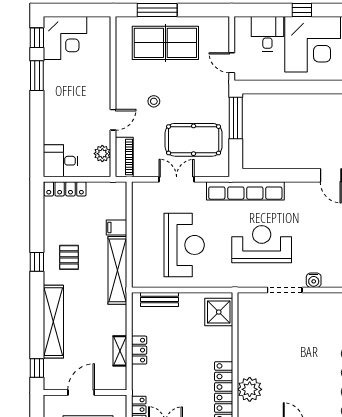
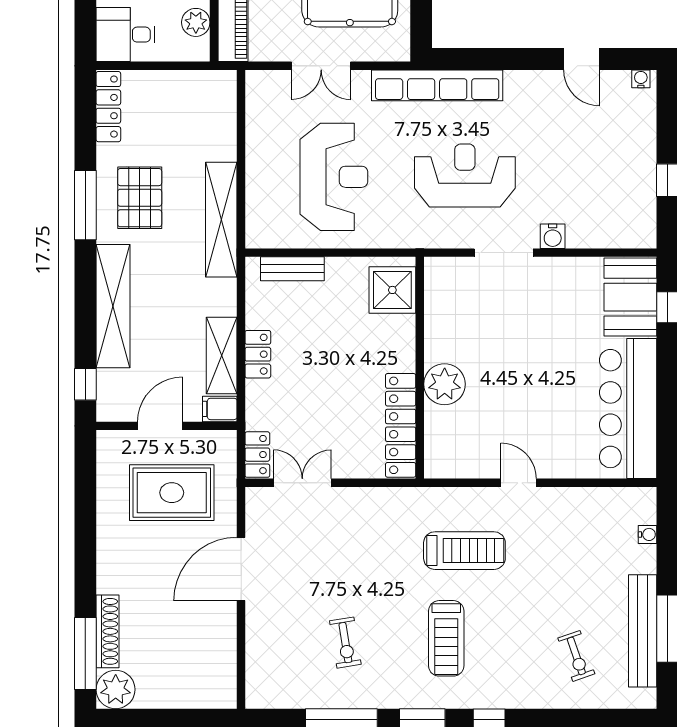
double door: (177, 179) -> (321, 66), swing flipped
locker: (65, 189) -> (108, 107), moved, turned -90
filing cabinet: (117, 227) -> (220, 409), moved
pallet: (69, 257) -> (140, 198), width x1.50, depth x1.42
window: (37, 262) -> (85, 205), width x2.17
shelving: (120, 351) -> (222, 355), width x1.50, depth x1.33
plant: (250, 389) -> (445, 384), moved

